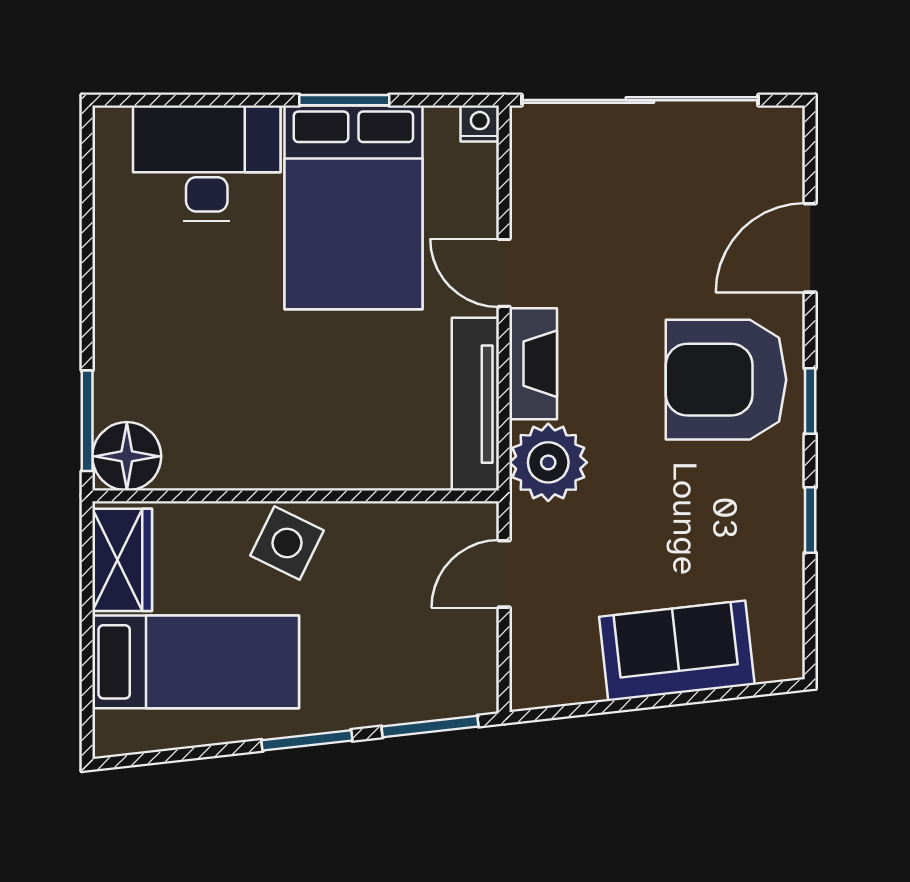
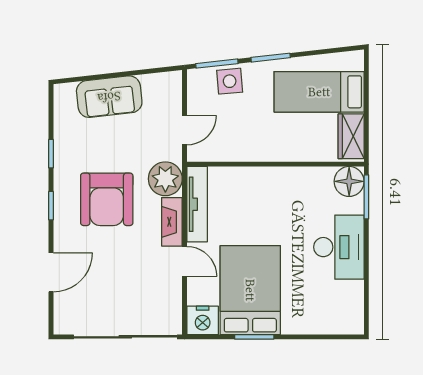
nightstand: (480, 123) -> (203, 320), width x1.89, depth x1.79
desk: (207, 163) -> (339, 247), moved, turned -90
armchair: (726, 380) -> (107, 199), moved, turned 90
side table: (287, 543) -> (230, 81), moved, turned -31

